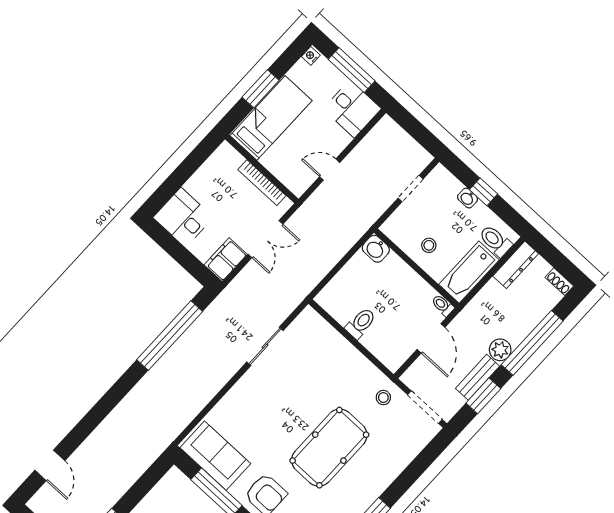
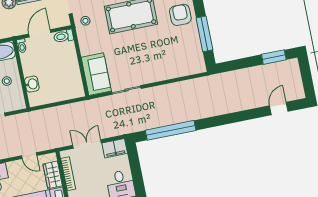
wardrobe: (281, 167) -> (53, 175), added
washbasin: (376, 249) -> (32, 84), moved
toilet: (361, 323) -> (64, 36), moved
sofa: (215, 456) -> (96, 74), moved, turned 180

